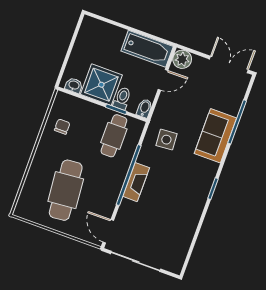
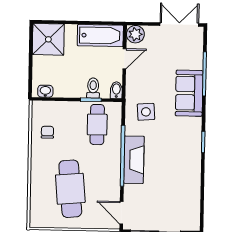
shower: (101, 85) -> (48, 39), moved
fireplace: (136, 182) -> (134, 160), width x1.37, depth x1.32

